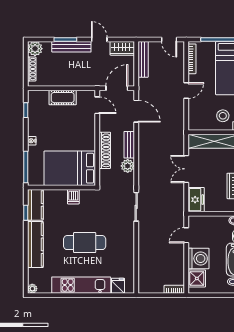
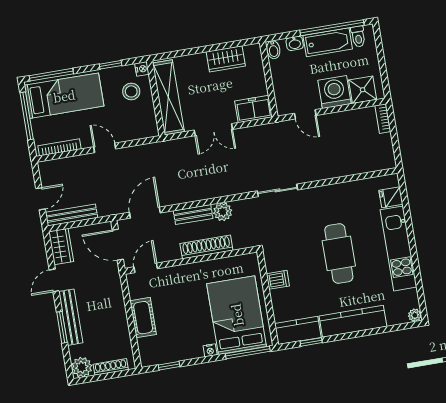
door: (169, 39) -> (40, 199), moved
bed: (70, 168) -> (237, 315), moved, turned 180

